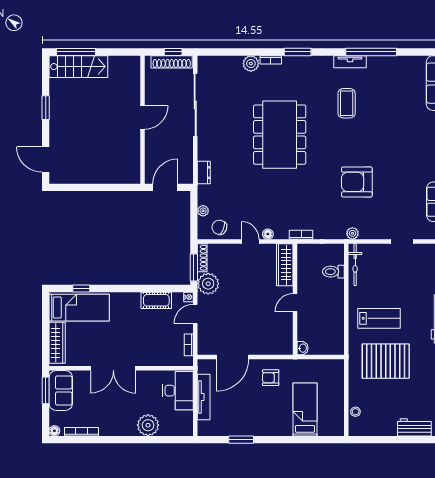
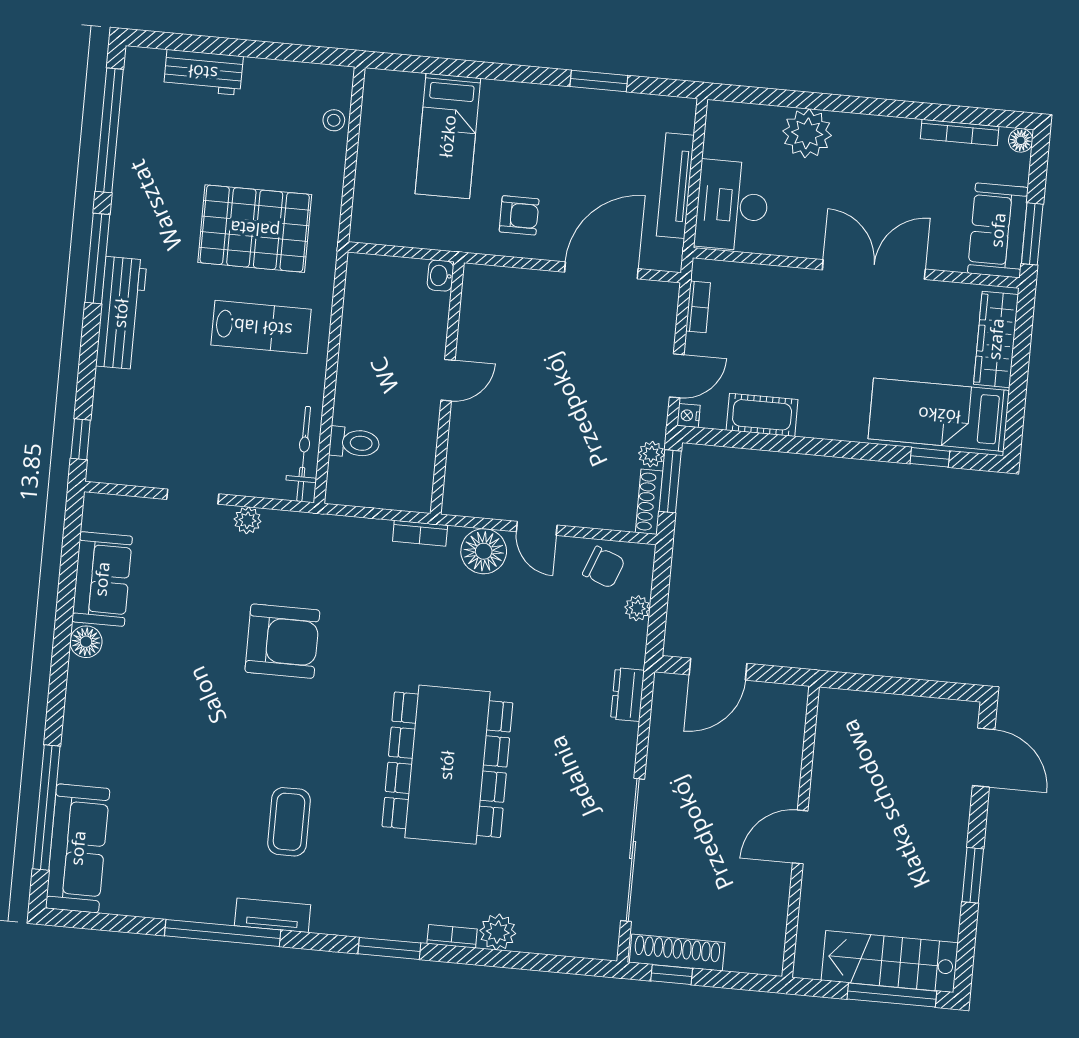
door: (143, 117) -> (800, 837), moved
wall: (143, 120) -> (801, 832), moved
plant: (352, 233) -> (248, 520), moved
floor lamp: (268, 234) -> (484, 551), width x1.89, depth x1.89
wardrobe: (285, 265) -> (463, 468), removed
plant: (208, 284) -> (651, 454), width x0.53, depth x0.53
lab bench: (379, 318) -> (261, 327), turned 180

